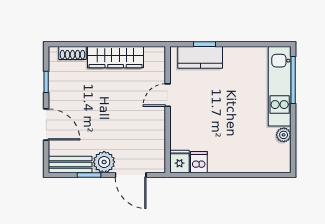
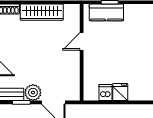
fridge: (179, 161) -> (120, 92), moved

